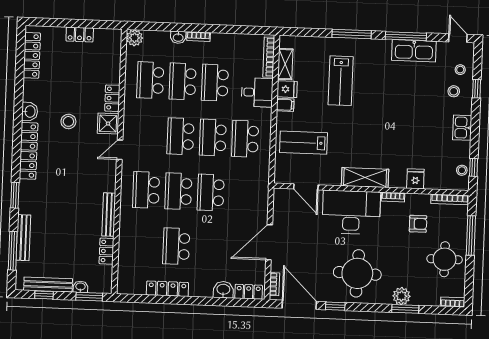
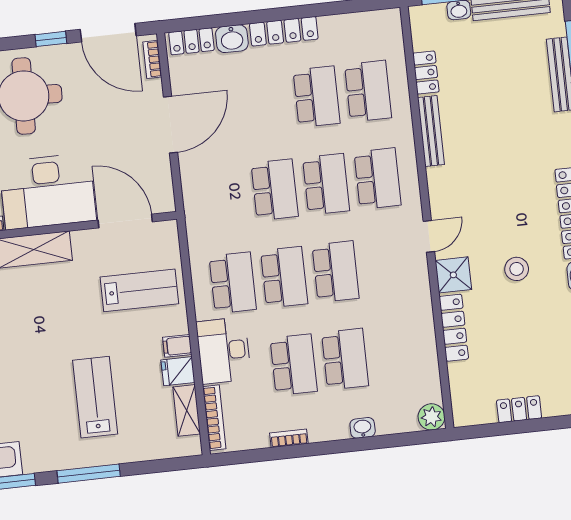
bookcase: (199, 37) -> (289, 438), moved
school desk: (150, 80) -> (368, 91), moved
desk: (257, 92) -> (224, 351), width x1.37
locker: (112, 98) -> (454, 328), width x1.53
door: (306, 187) -> (125, 221), width x1.36
locker: (167, 289) -> (284, 31), moved

